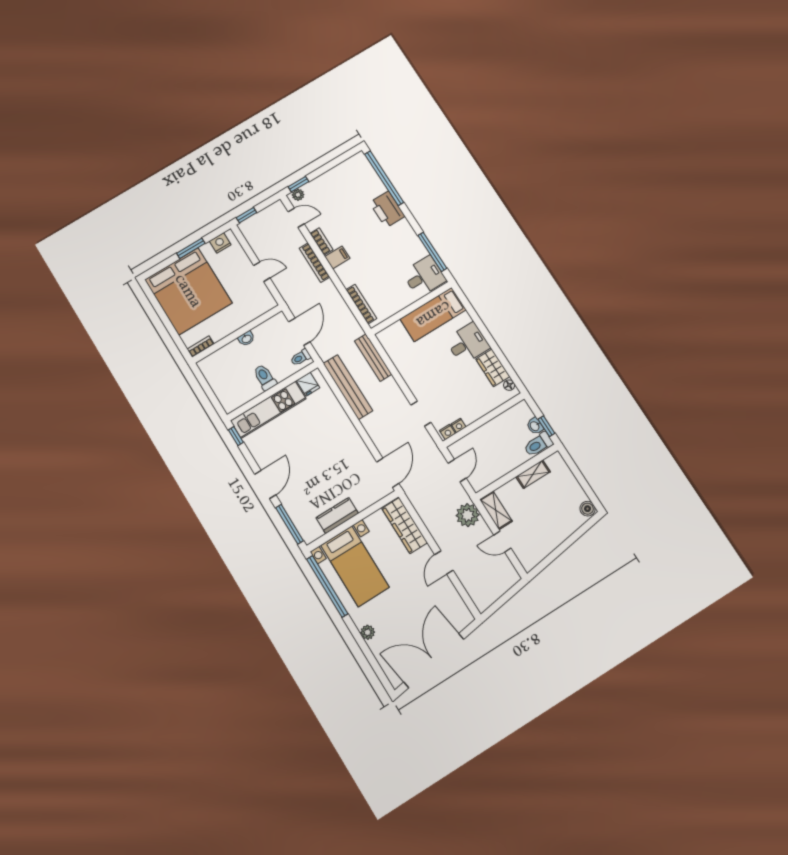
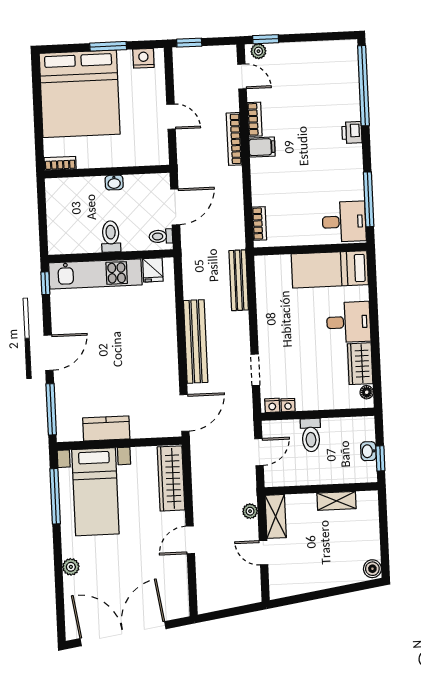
printer: (387, 209) -> (352, 133), width x0.53, depth x0.68
bookcase: (361, 304) -> (259, 223), width x0.64
bench: (348, 387) -> (196, 341), moved
toilet: (538, 444) -> (311, 435), moved, turned -90
plant: (468, 515) -> (250, 511), width x0.53, depth x0.53
window: (327, 586) -> (55, 496), width x0.68

